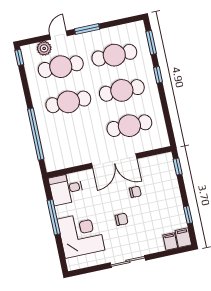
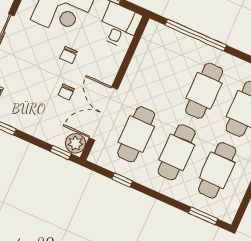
window: (158, 75) -> (122, 180), moved
double door: (114, 161) -> (103, 113), moved
plant: (164, 161) -> (75, 143), added
chair: (122, 219) -> (69, 55), moved

